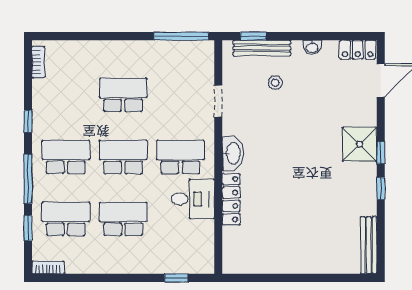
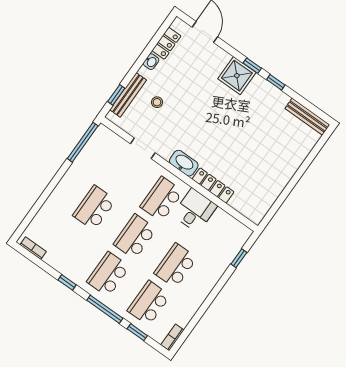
locker: (358, 50) -> (166, 43), moved

